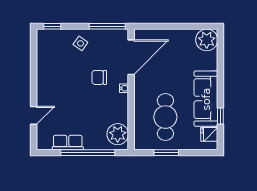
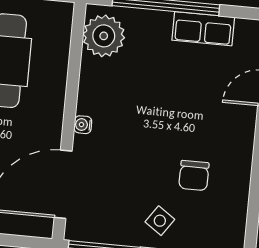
chair: (99, 77) -> (194, 176), moved, turned 90

